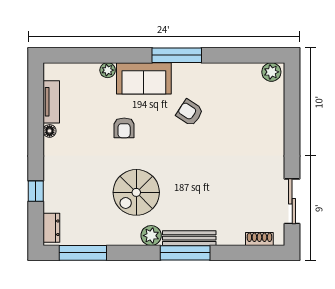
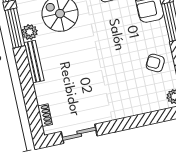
armchair: (190, 113) -> (155, 63), moved, turned -95
window: (185, 253) -> (15, 28), moved

